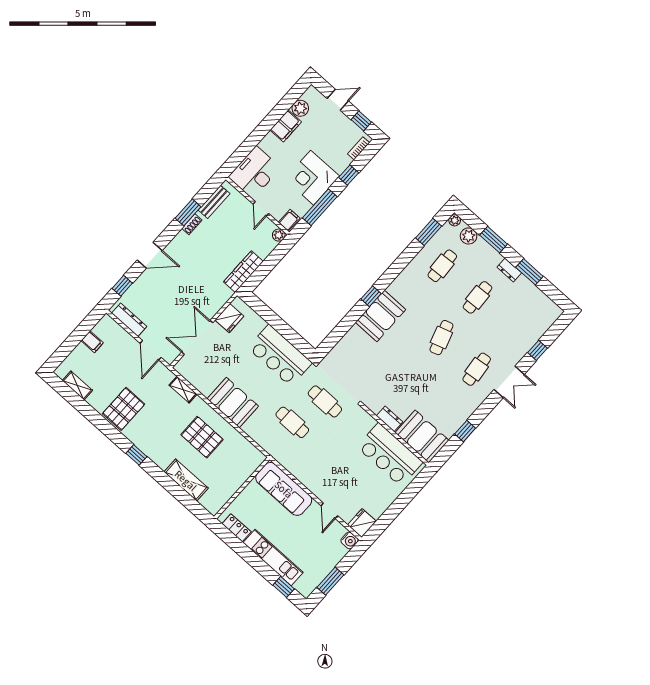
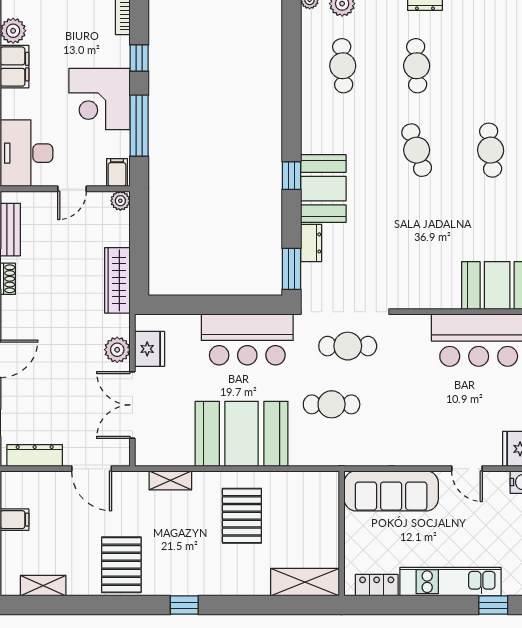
door: (261, 209) -> (72, 189), hinge flipped
window: (429, 232) -> (292, 269), moved
plant: (214, 305) -> (117, 350), added
booth: (233, 402) -> (242, 434), width x1.36, depth x1.42
dresser: (390, 419) -> (311, 243), moved, turned 90
pallet: (202, 437) -> (242, 516), turned 90
shelving: (186, 480) -> (305, 582), moved

